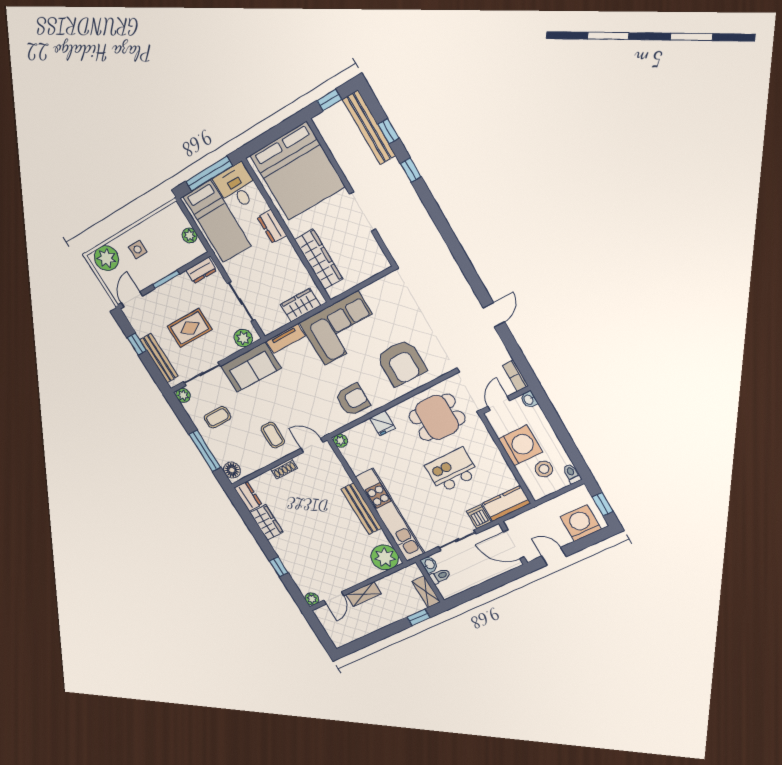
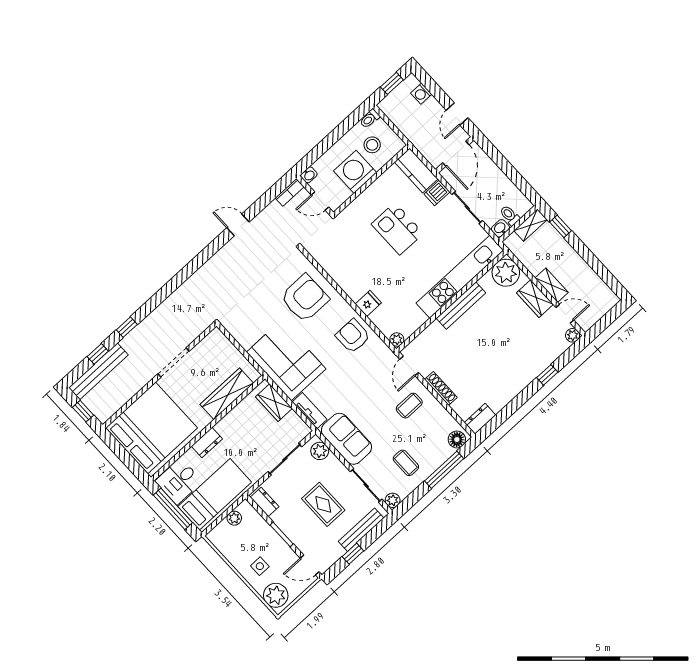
dining table: (437, 417) -> (349, 254), removed
shoe rack: (284, 469) -> (441, 388), width x1.43
wardrobe: (266, 523) -> (535, 299), moved, turned -90
washing machine: (581, 523) -> (421, 94), width x0.53, depth x0.53

